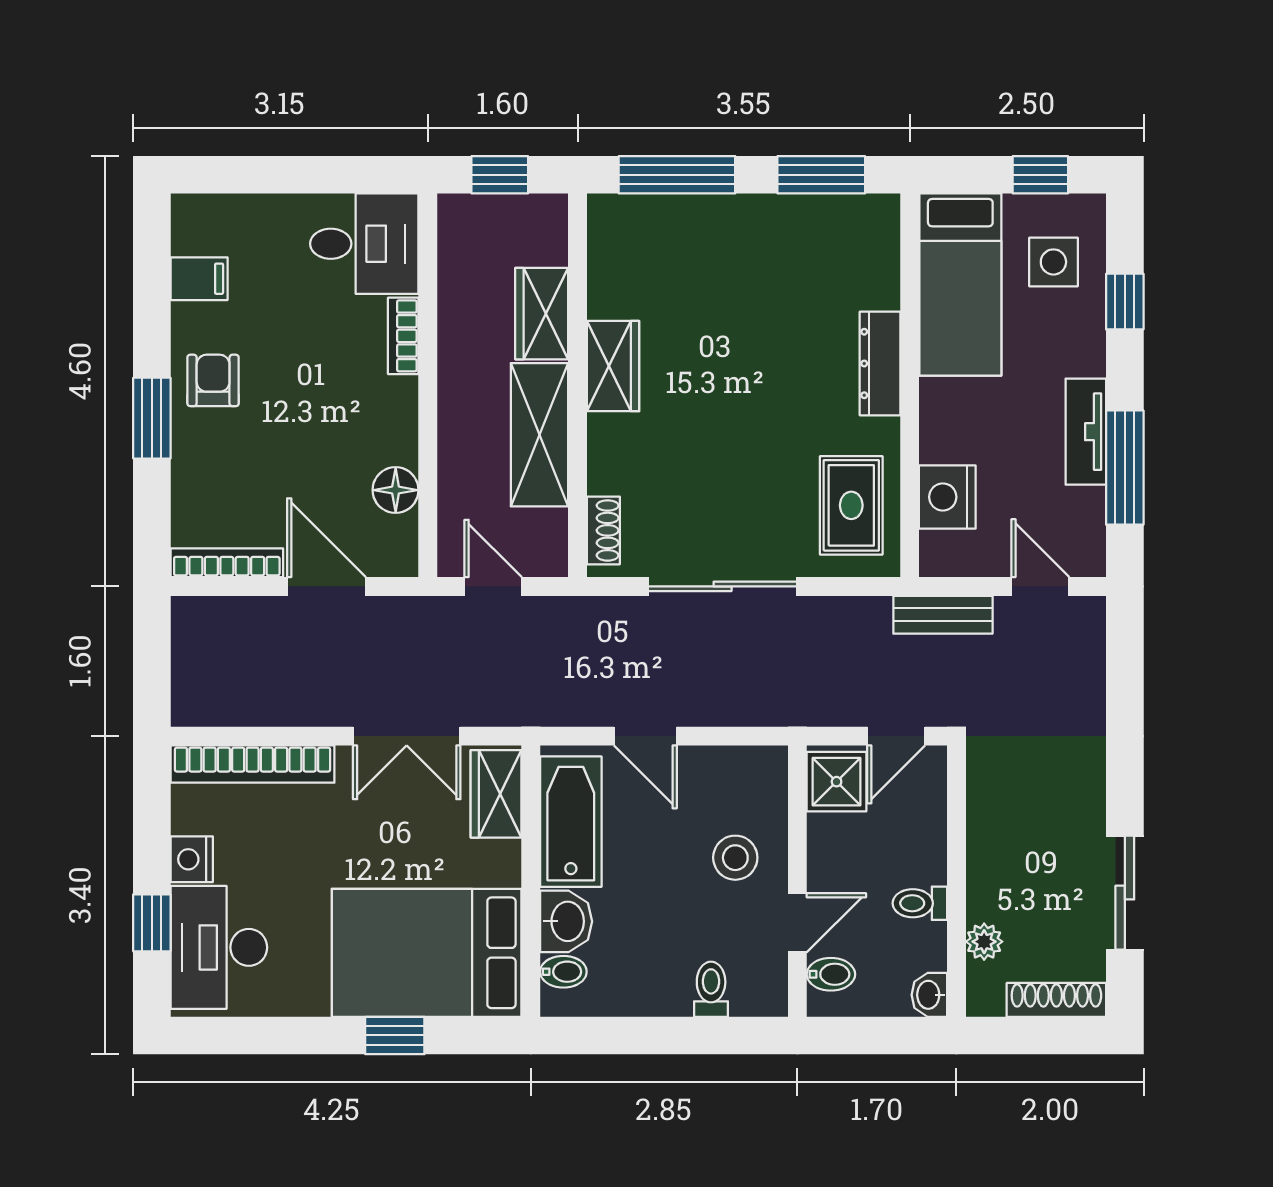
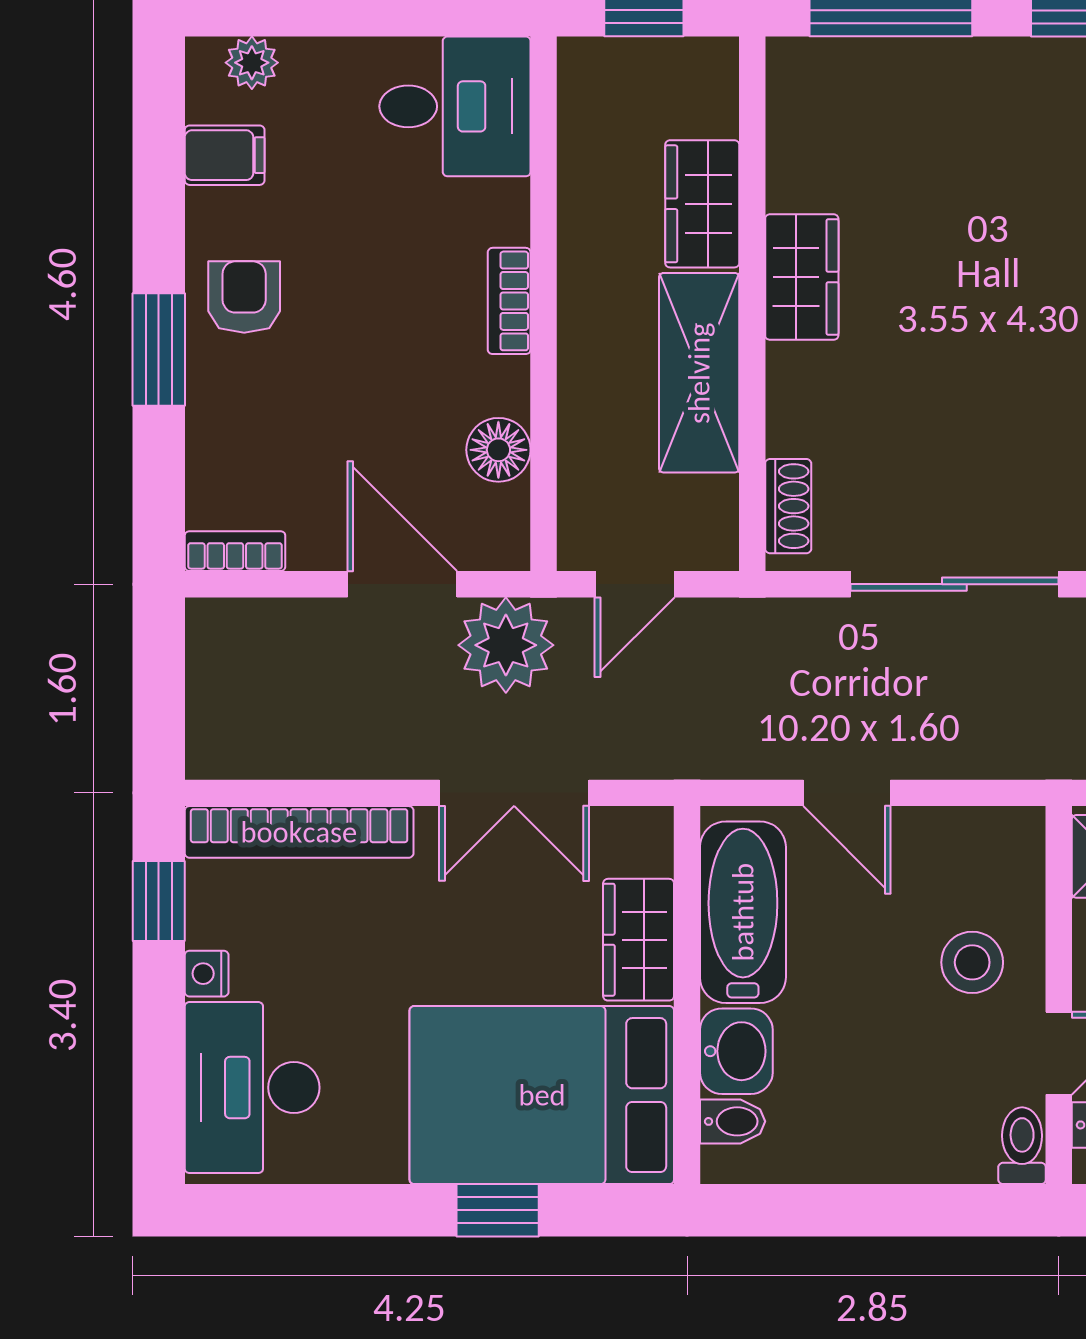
plant: (219, 212) -> (252, 63), added
bookcase: (403, 336) -> (509, 301), moved
bookcase: (227, 563) -> (235, 551), width x0.64
door: (493, 586) -> (635, 584), swing flipped
plant: (401, 630) -> (506, 645), added
wardrobe: (496, 794) -> (639, 940), moved
nightstand: (192, 859) -> (207, 974), width x0.72, depth x0.74
window: (152, 923) -> (159, 901), moved
toilet: (711, 989) -> (1022, 1146), moved

